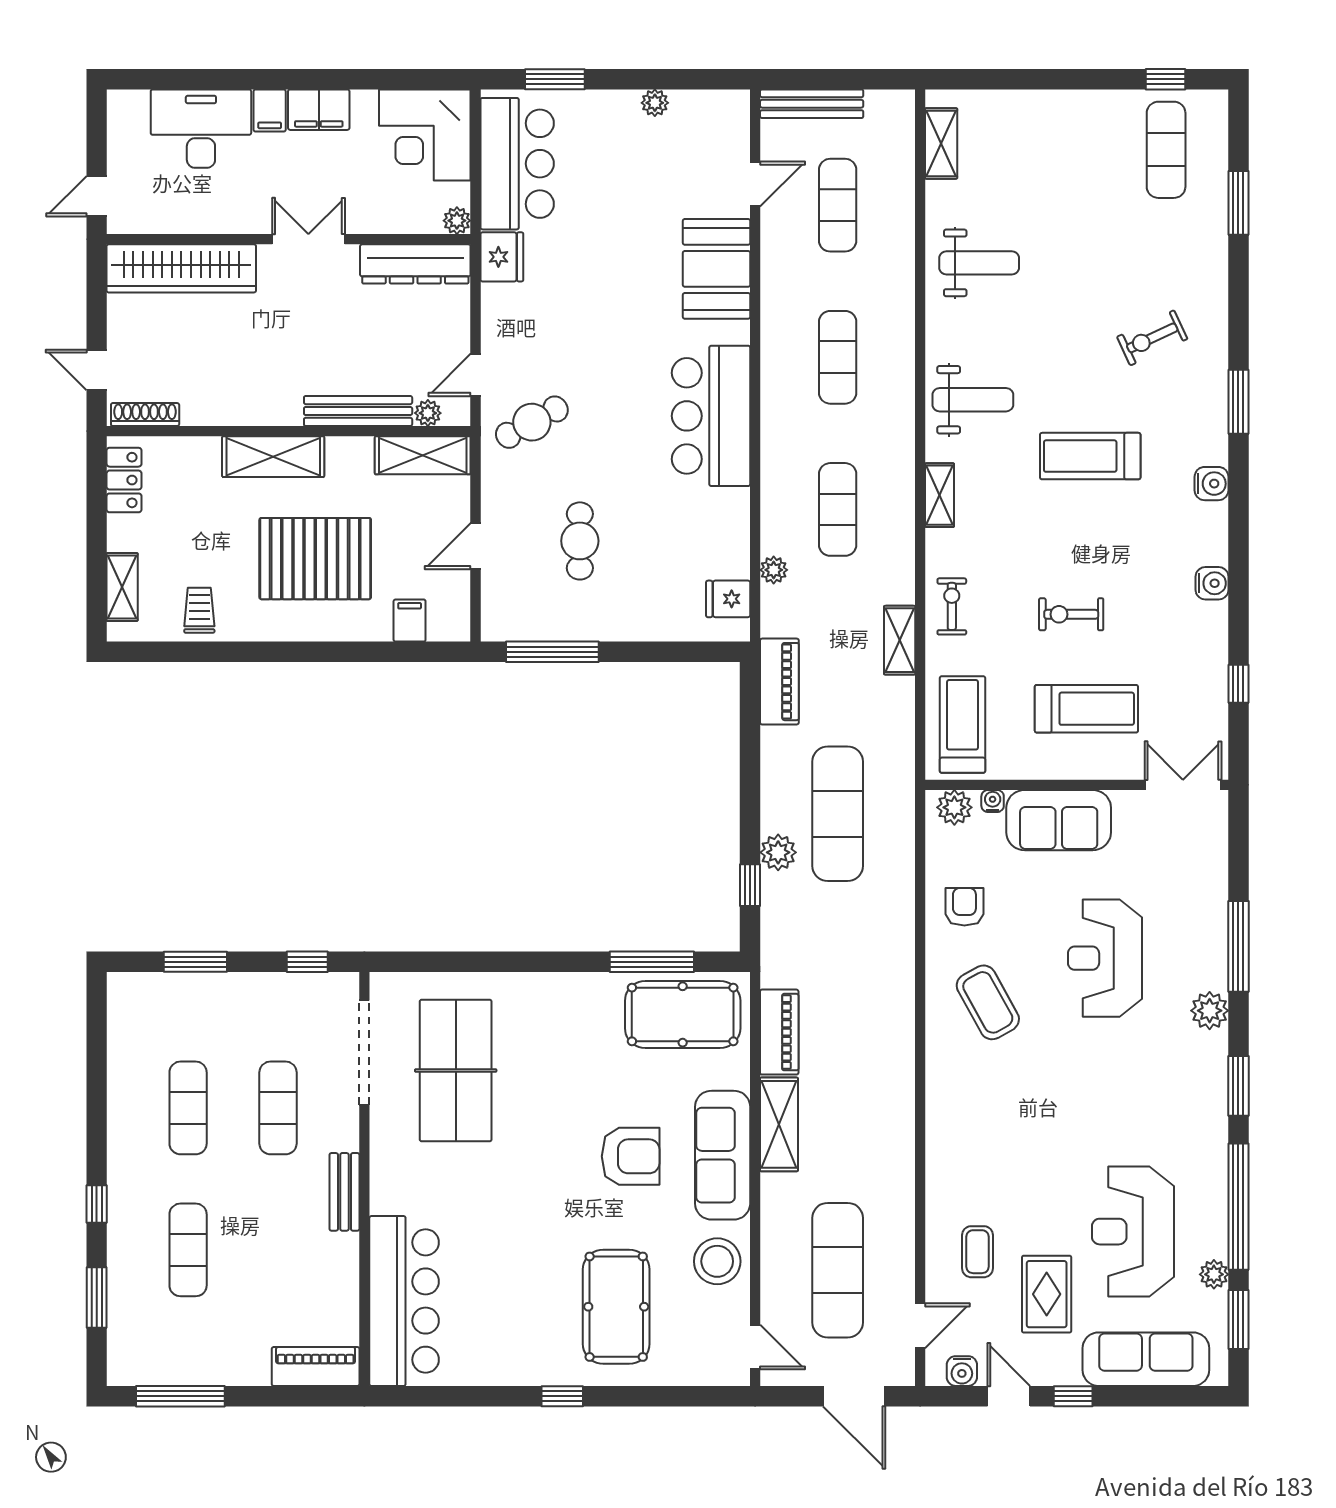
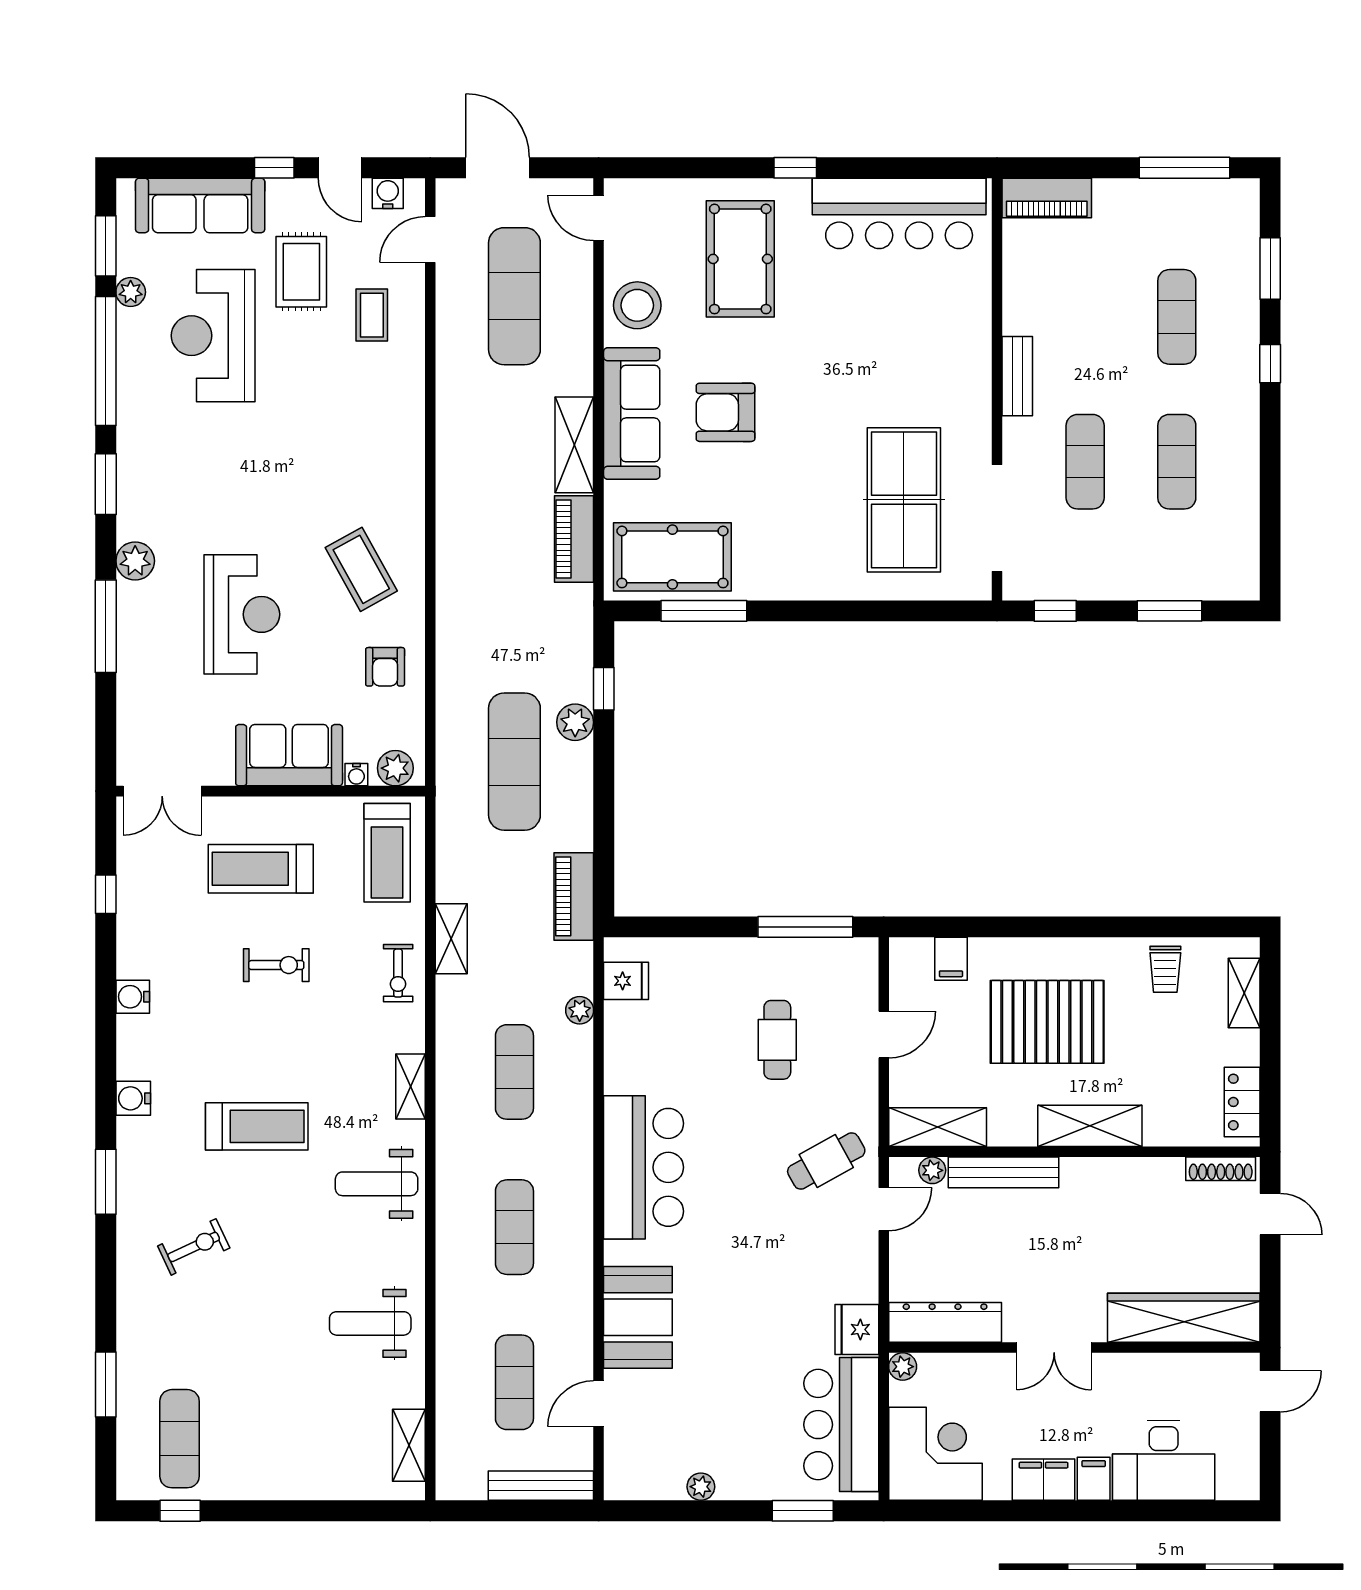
reception desk: (1133, 1232) -> (213, 336), turned 180
bar counter: (404, 1301) -> (899, 213), moved, turned -90

